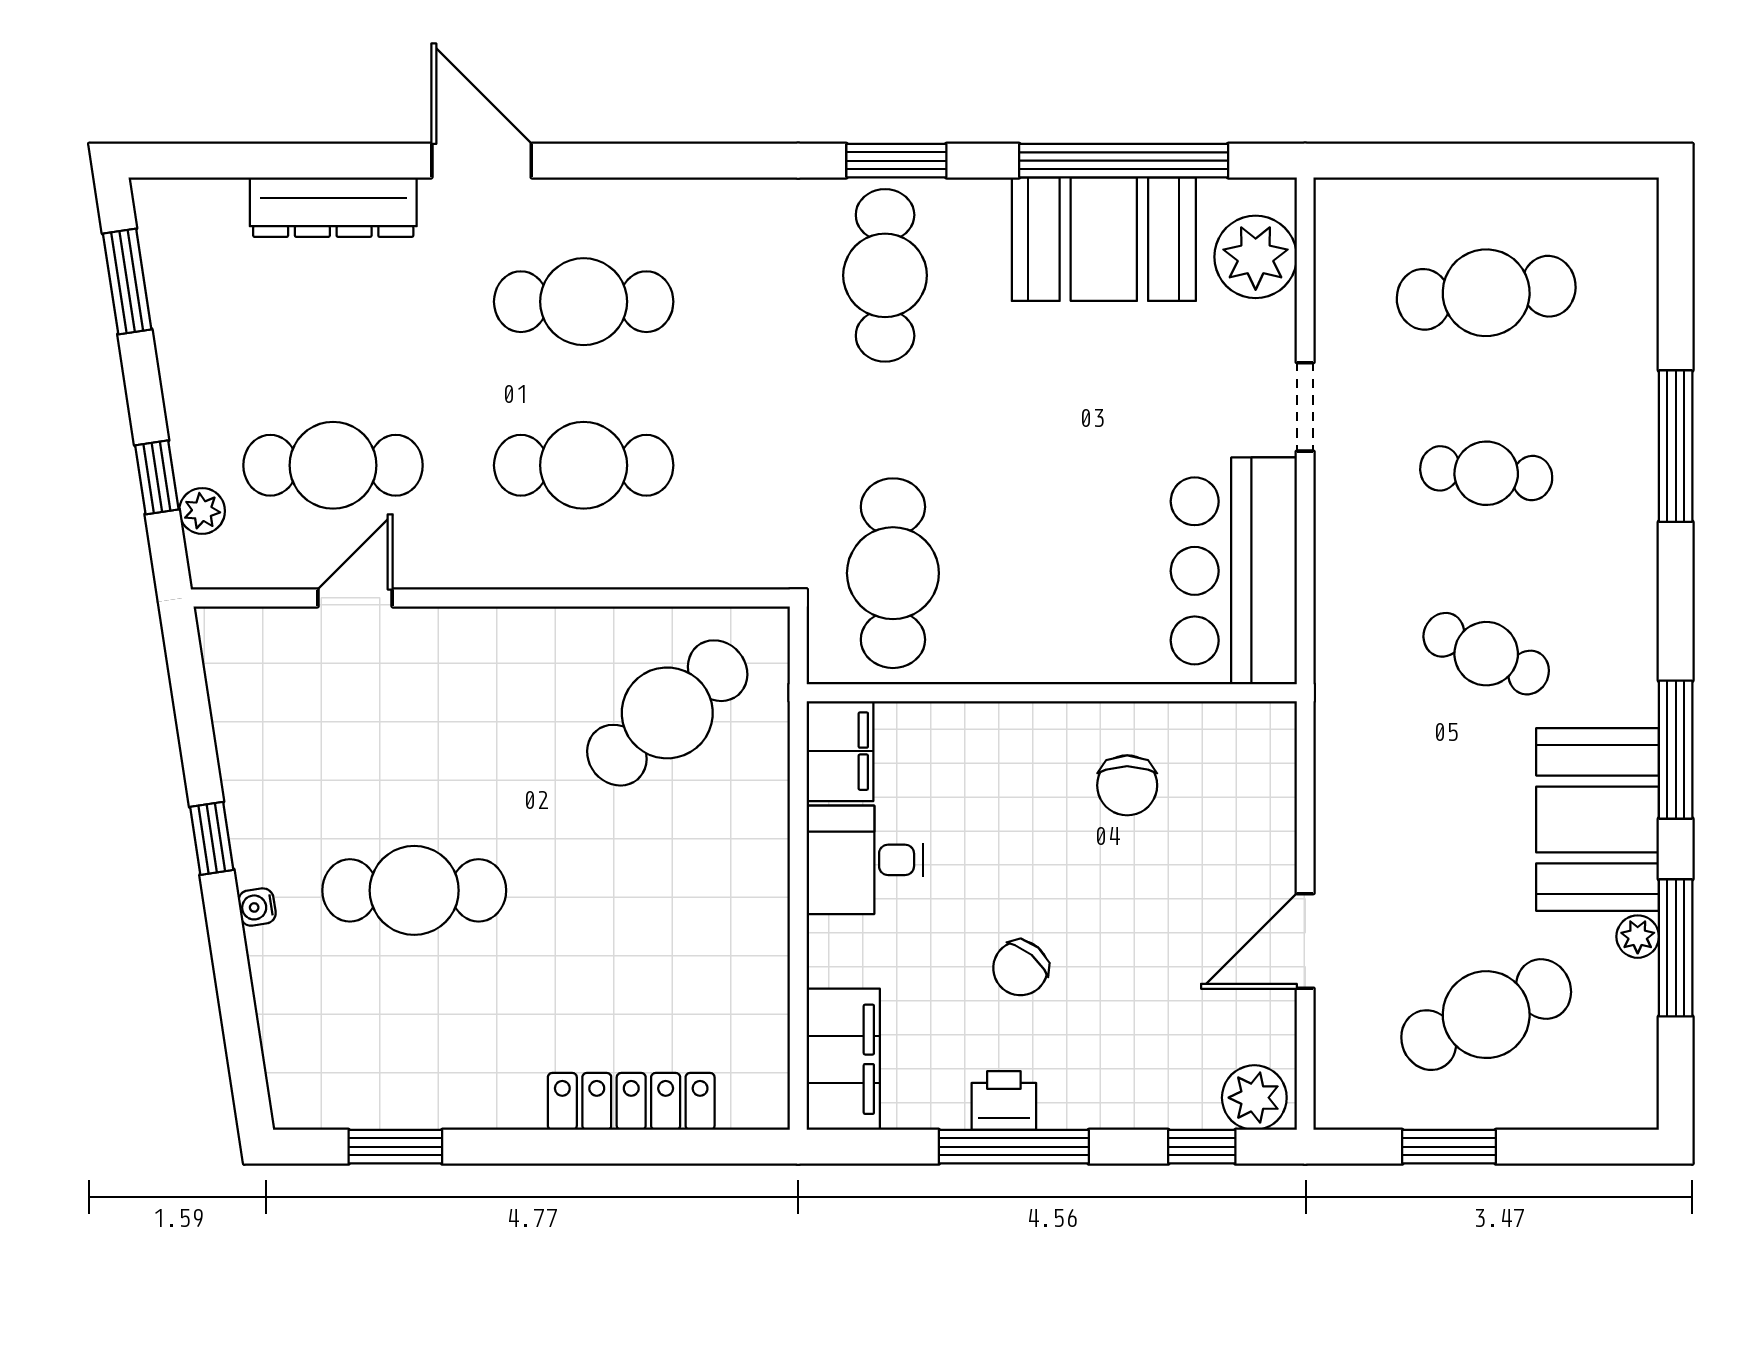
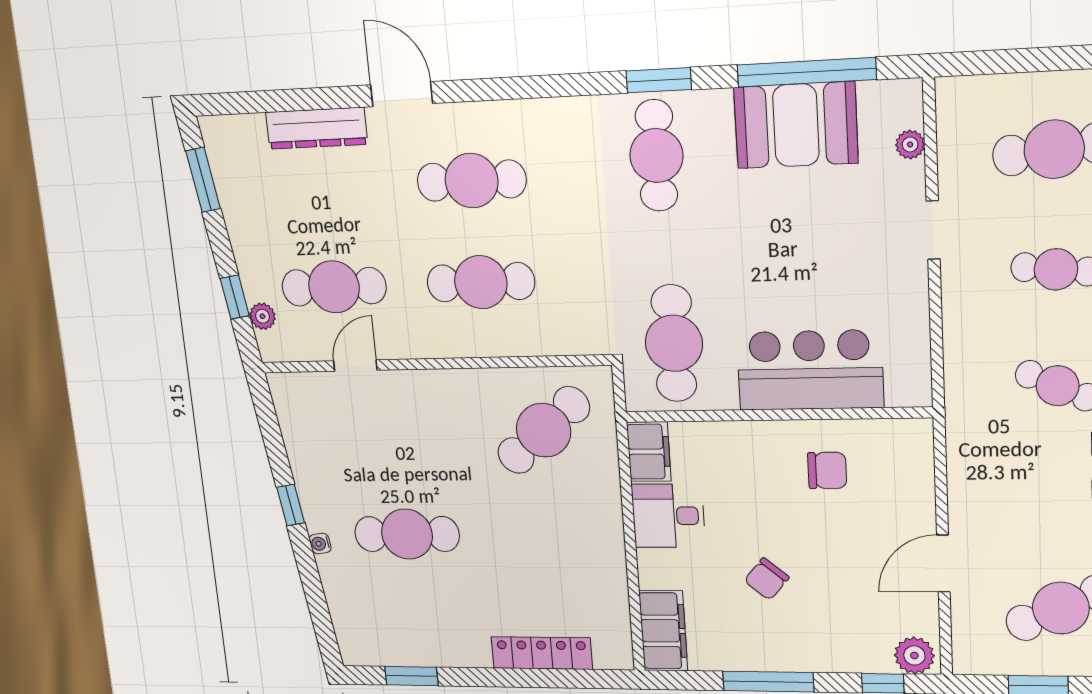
plant: (1256, 257) -> (910, 145), width x0.53, depth x0.53
bar counter: (1234, 571) -> (810, 370), moved, turned 90
chair: (1127, 785) -> (827, 470), turned -90
printer: (1004, 1101) -> (761, 655), removed

